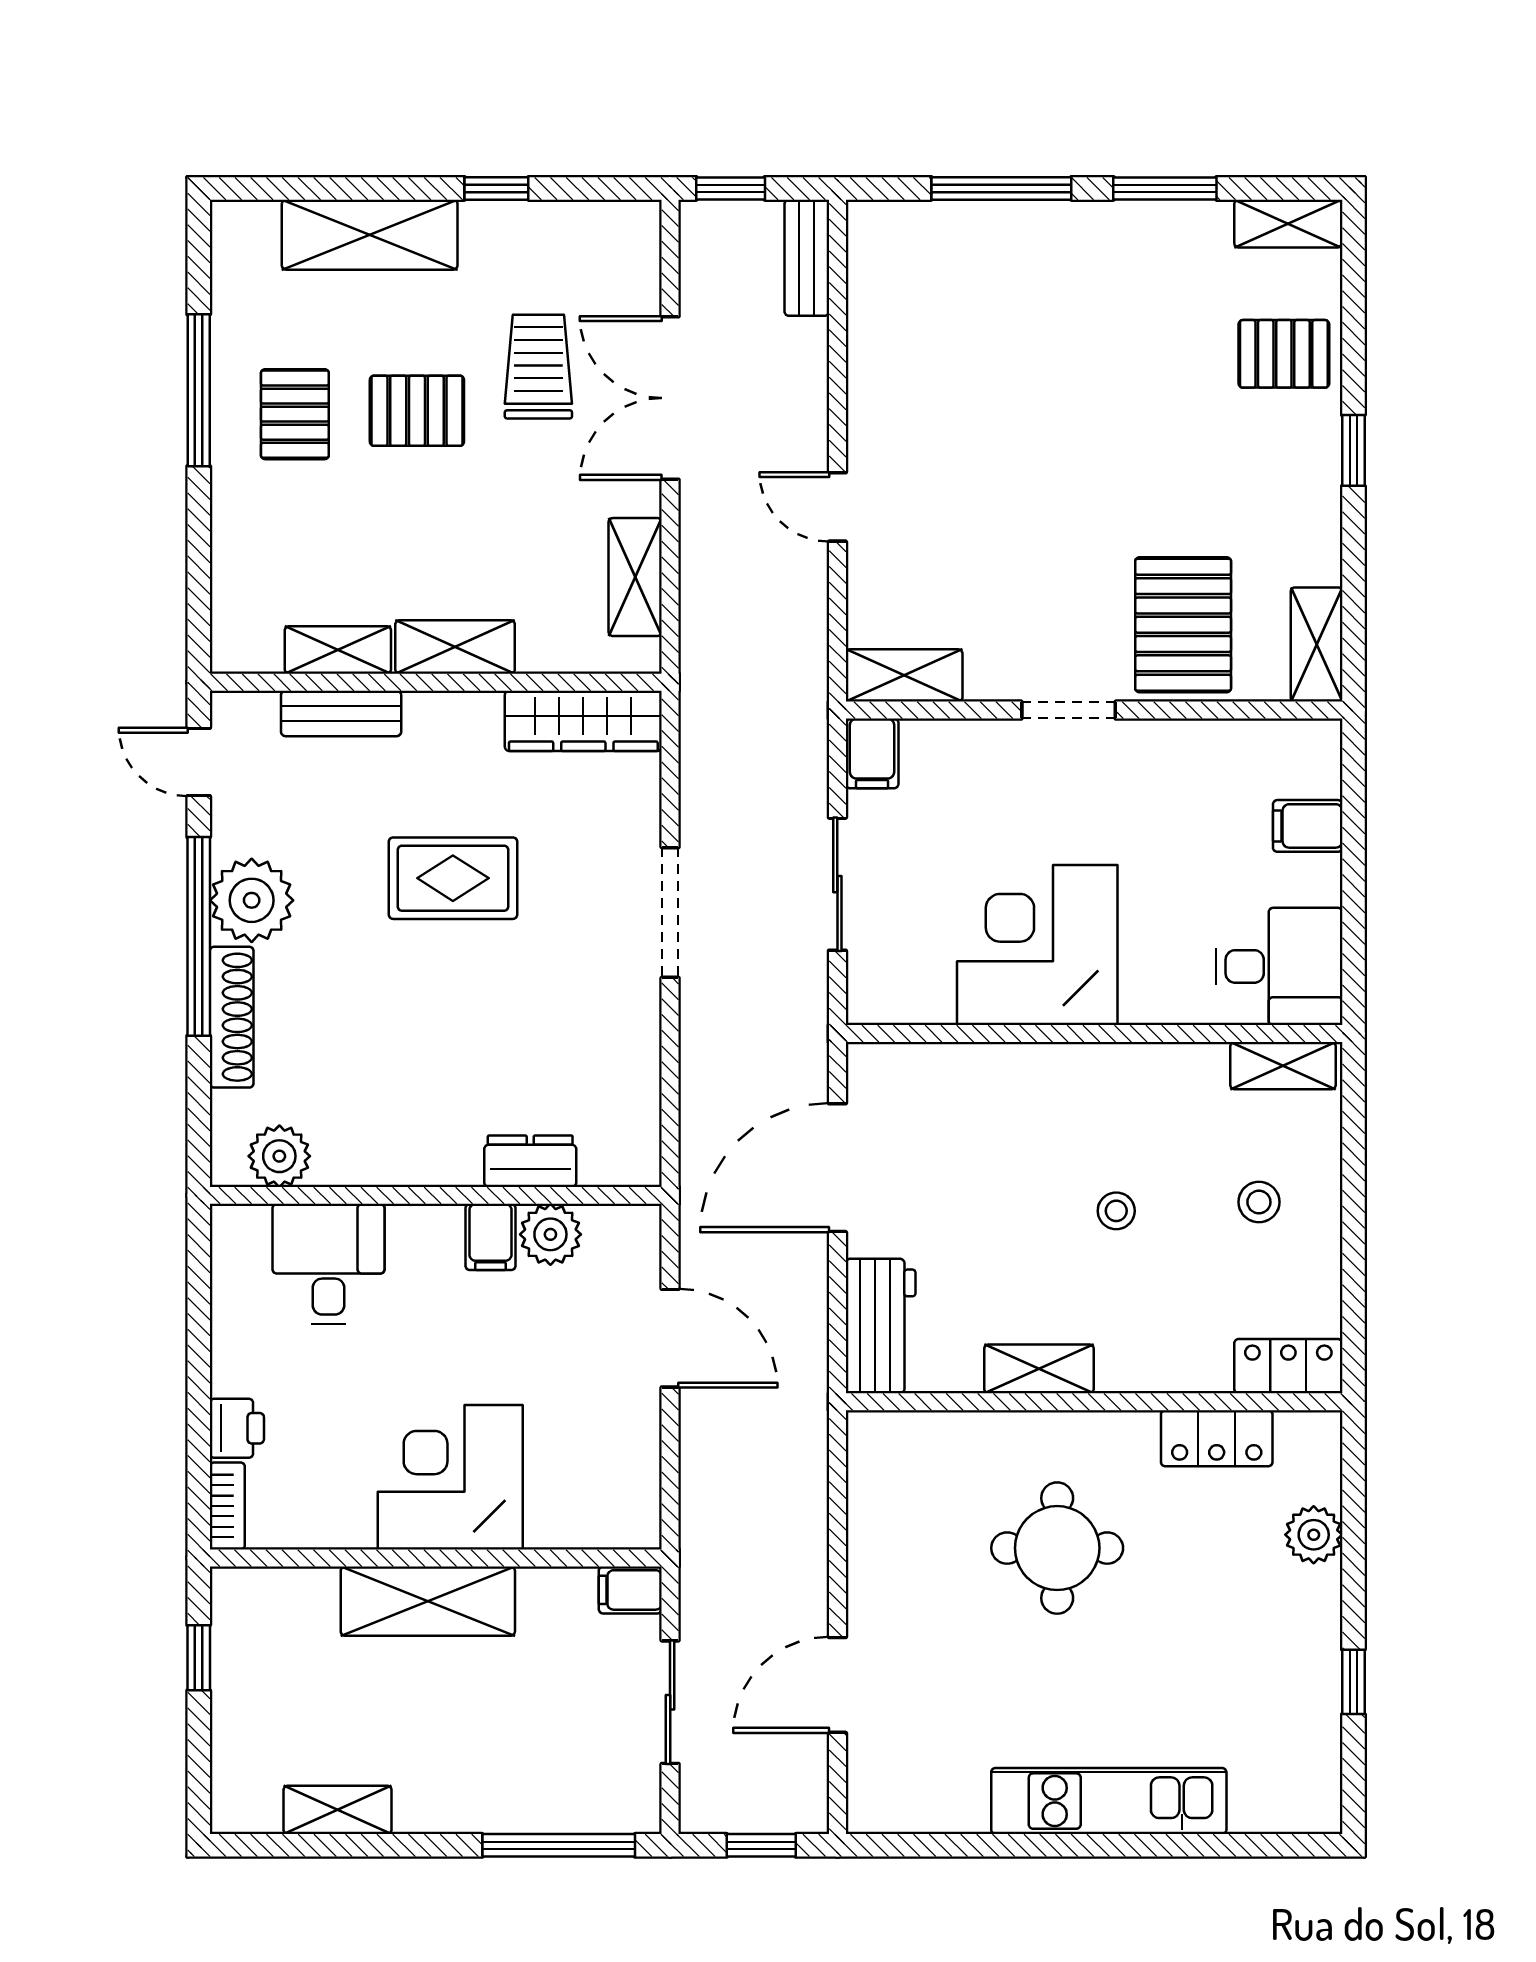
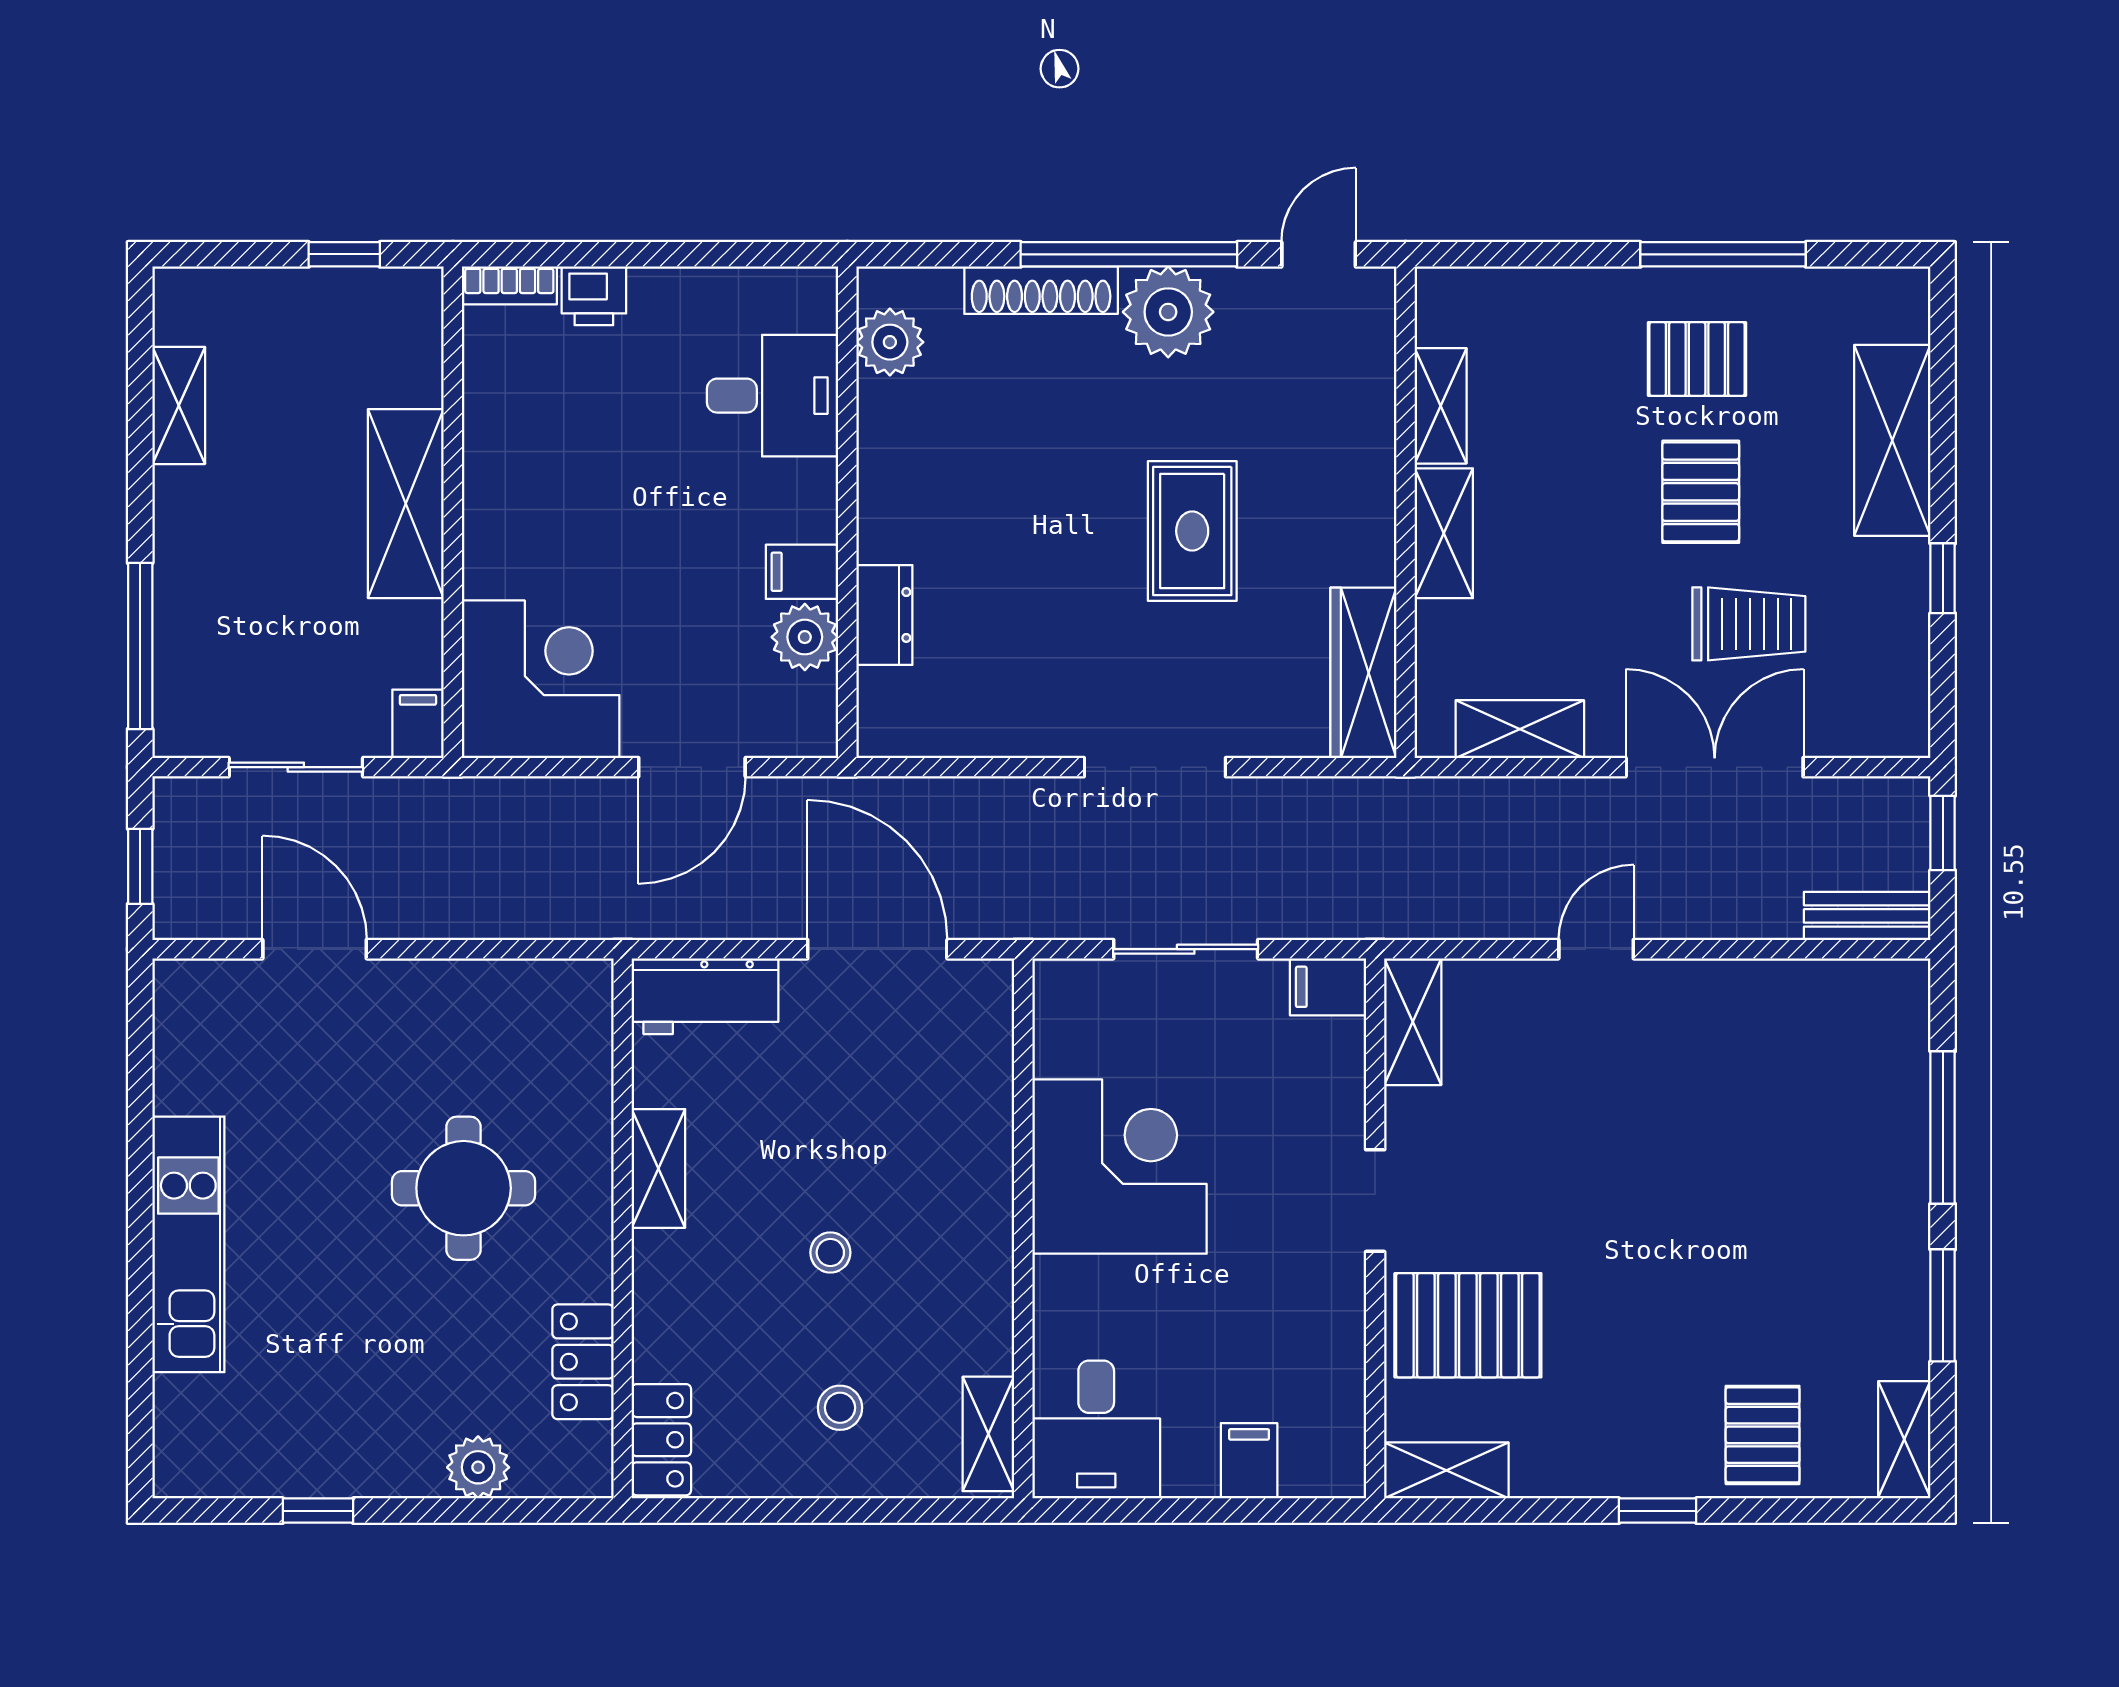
bench: (341, 713) -> (1371, 409), removed
corner desk: (450, 1477) -> (541, 679), moved

